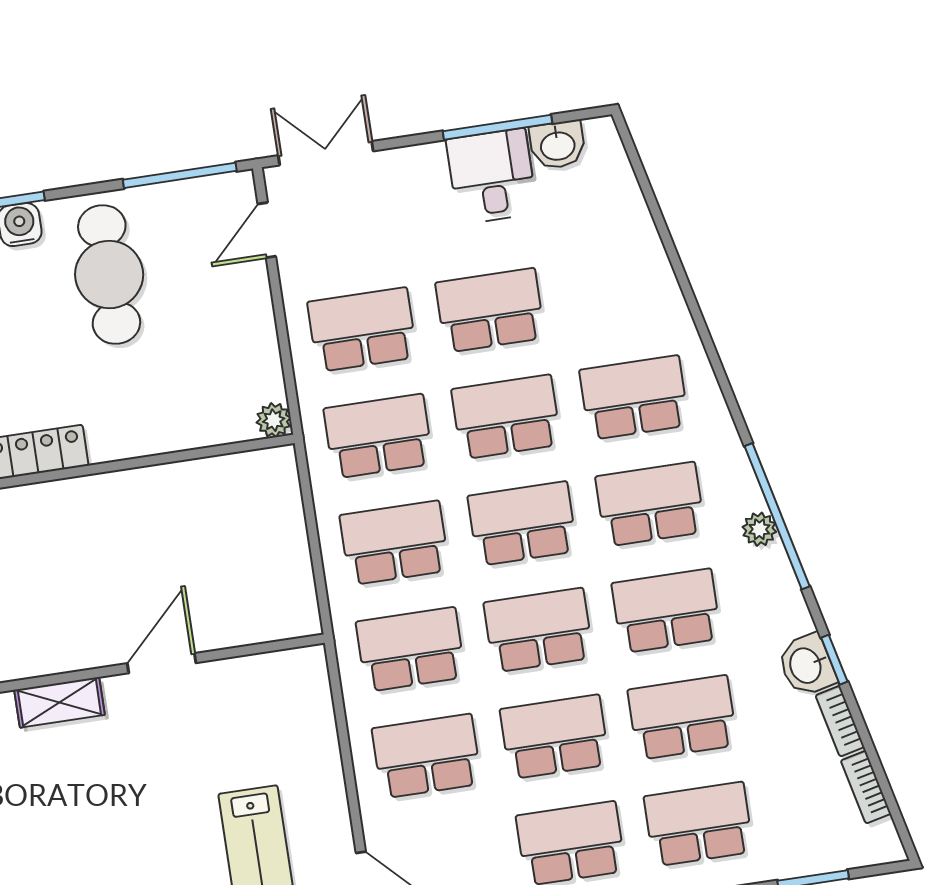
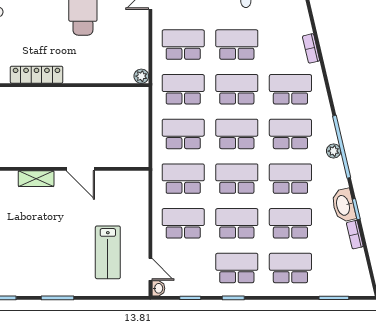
door: (162, 663) -> (80, 169), swing flipped
washbasin: (807, 665) -> (344, 205), width x1.38
bookcase: (866, 787) -> (311, 48), moved

